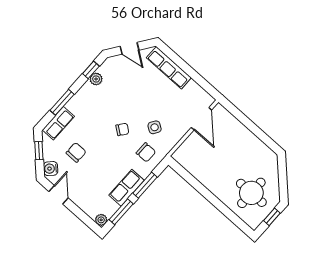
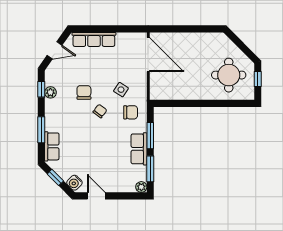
door: (201, 119) -> (148, 55), width x1.36
chair: (76, 152) -> (84, 92), moved

